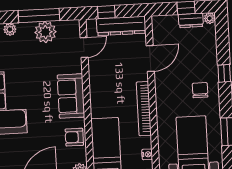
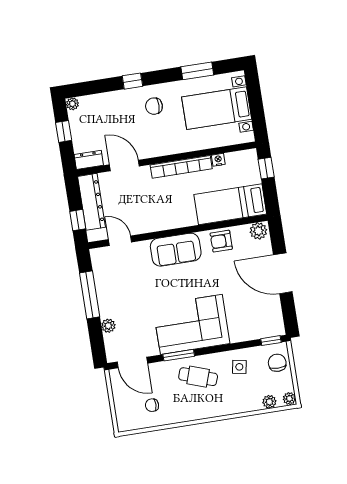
dresser: (191, 20) -> (89, 160), moved, turned -90
plant: (45, 32) -> (107, 286), removed
armchair: (74, 137) -> (221, 241), turned 90
nightstand: (147, 154) -> (218, 160), moved

